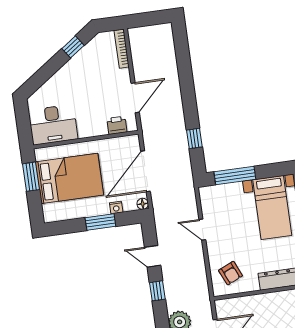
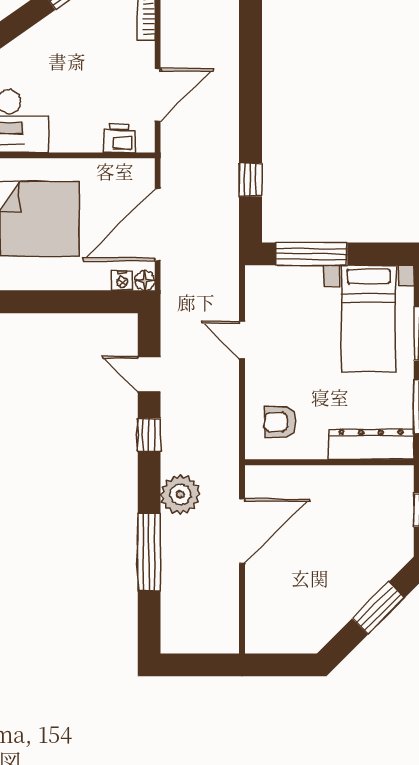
nightstand: (116, 208) -> (122, 281), moved
window: (100, 222) -> (67, 302), removed
armchair: (231, 273) -> (280, 422), turned 114

